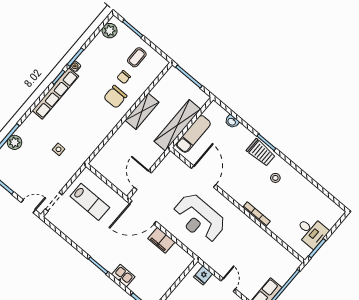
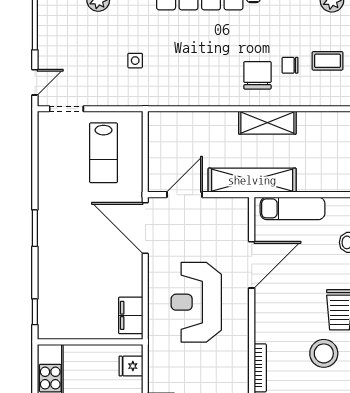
chair: (115, 97) -> (257, 75), turned 90
shelving: (177, 125) -> (252, 180), moved
stool: (275, 178) -> (324, 353), width x1.89, depth x1.89
door: (28, 206) -> (35, 82), hinge flipped
filing cabinet: (161, 240) -> (131, 315), moved
kitchen sink: (123, 276) -> (48, 269), removed

